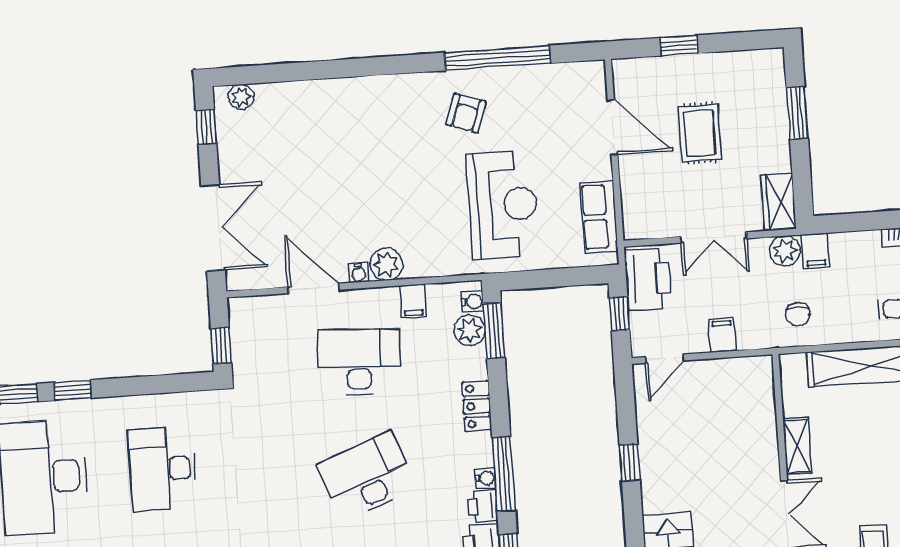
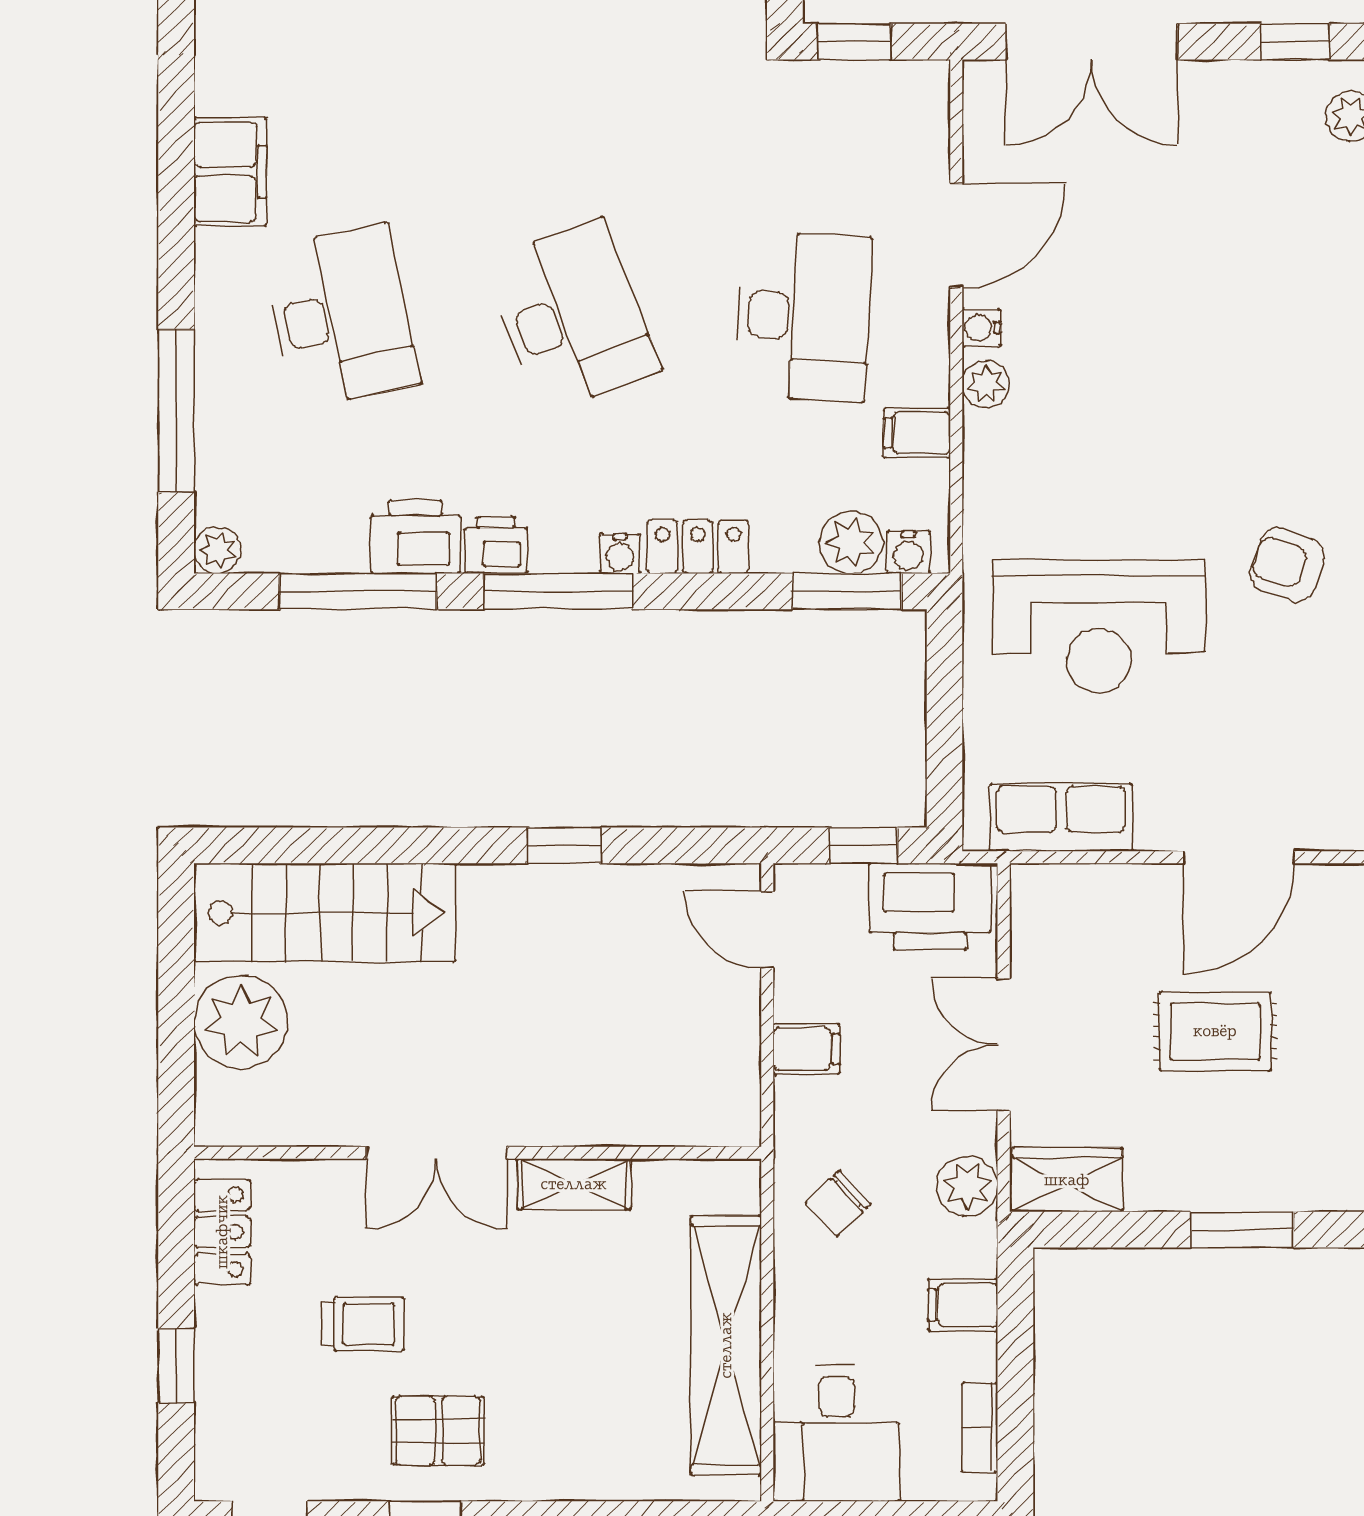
filing cabinet: (815, 251) -> (963, 1305), moved
plant: (386, 264) -> (986, 384), width x0.73, depth x0.73
chair: (798, 314) -> (838, 1203), turned -44
water cooler: (485, 478) -> (620, 554), moved

